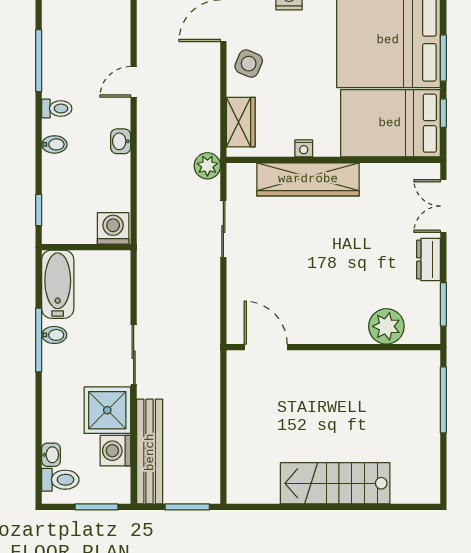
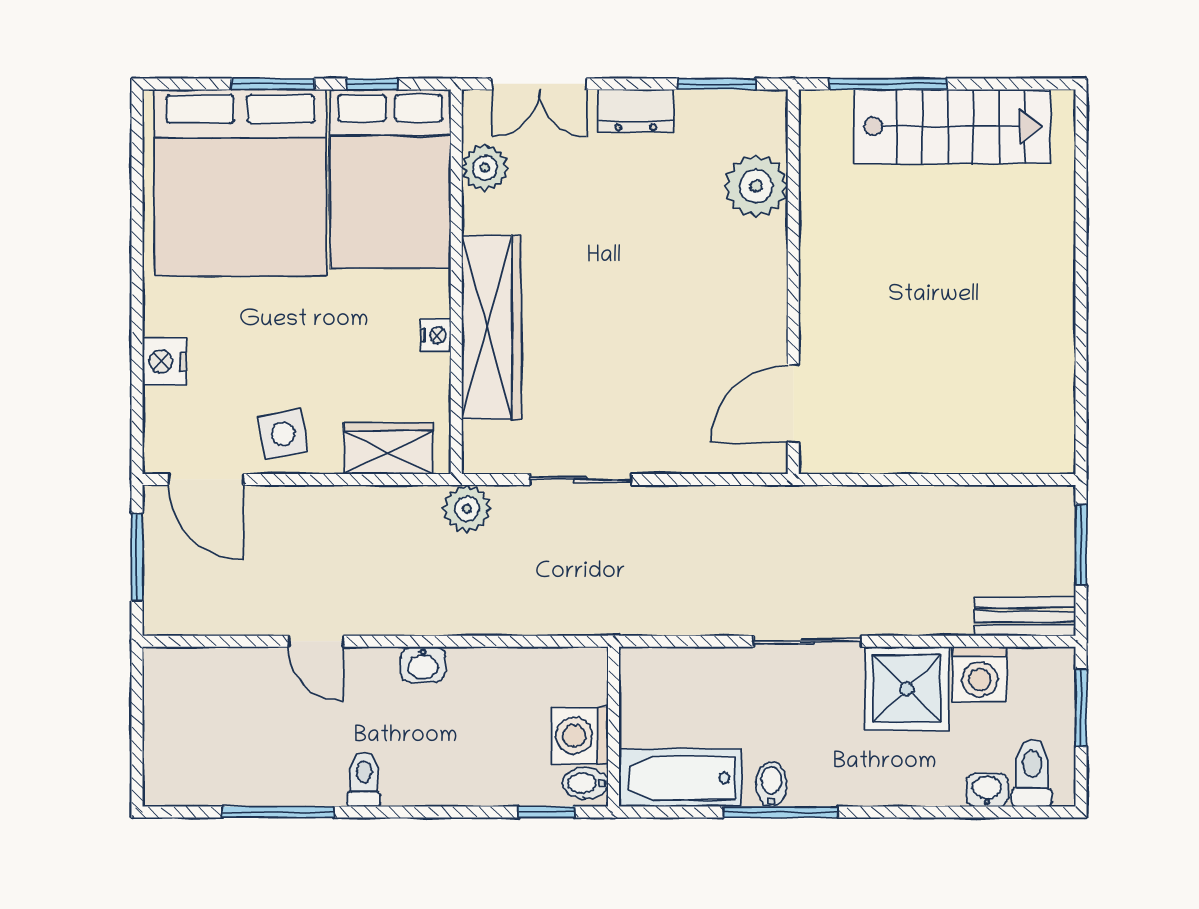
side table: (249, 64) -> (283, 434), turned -34
bidet: (54, 144) -> (585, 783), moved, turned -90
plant: (397, 176) -> (485, 168), added
washing machine: (113, 228) -> (580, 736), moved
bench: (150, 452) -> (1025, 617), width x0.54, depth x0.82
stairs: (335, 483) -> (952, 127), moved, turned -90

